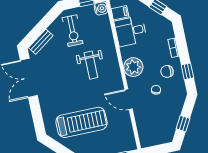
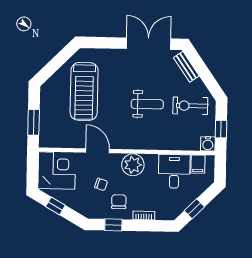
weight bench: (91, 65) -> (147, 104), moved, turned 180
door: (129, 99) -> (98, 151), hinge flipped
corner desk: (153, 130) -> (57, 171), added

